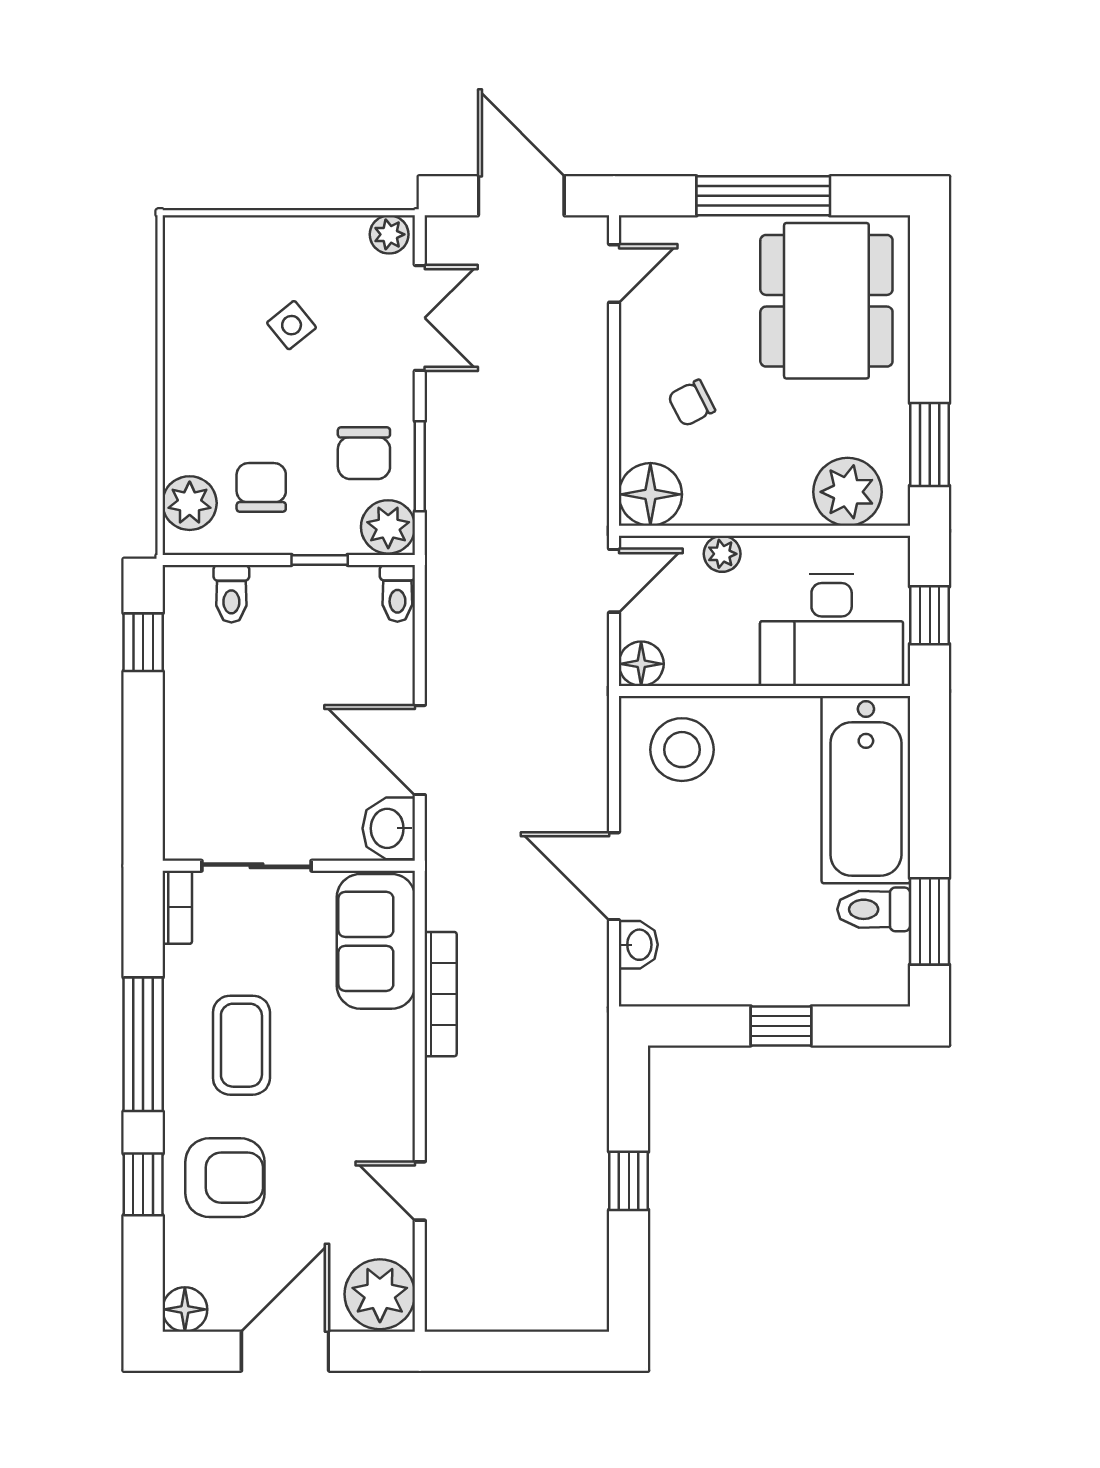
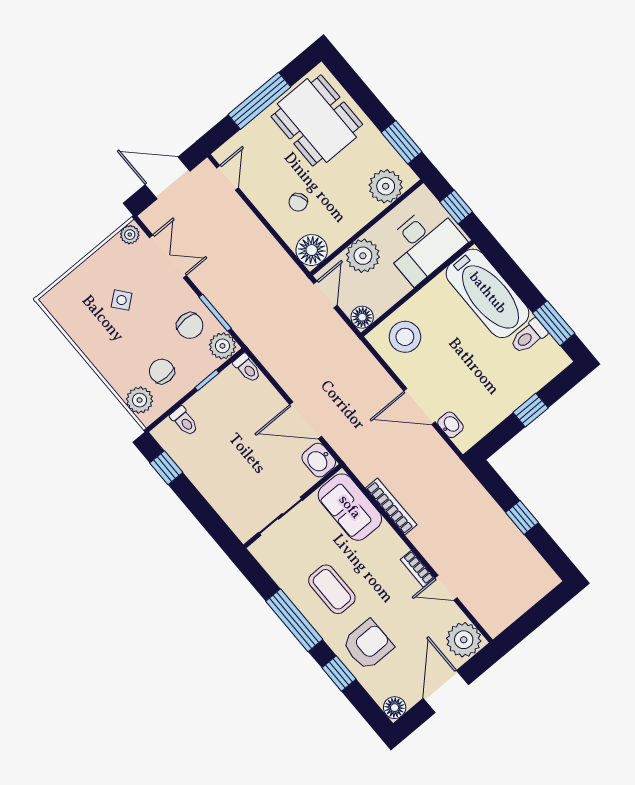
plant: (722, 554) -> (363, 256), width x1.88, depth x1.88
bookcase: (177, 907) -> (417, 569), moved, turned 180

